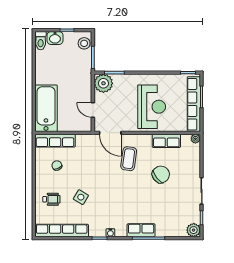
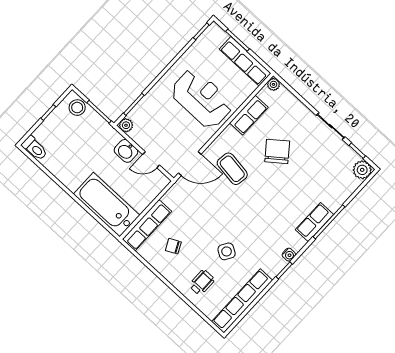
washbasin: (55, 38) -> (126, 151), moved, turned 90
plant: (103, 83) -> (126, 125), width x0.53, depth x0.53
row of seats: (194, 104) -> (245, 61), width x0.73

